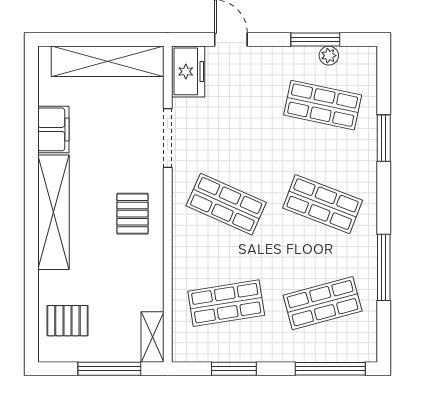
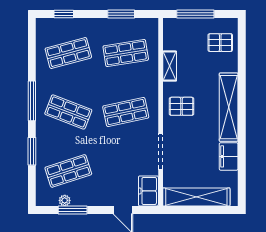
shop shelf: (323, 105) -> (68, 171), turned -30
shop shelf: (226, 204) -> (126, 112), turned -36
pallet: (133, 214) -> (181, 106), turned 90
window: (384, 267) -> (32, 101), moved
shelving: (152, 337) -> (170, 66), moved
window: (330, 369) -> (64, 14), width x0.46

